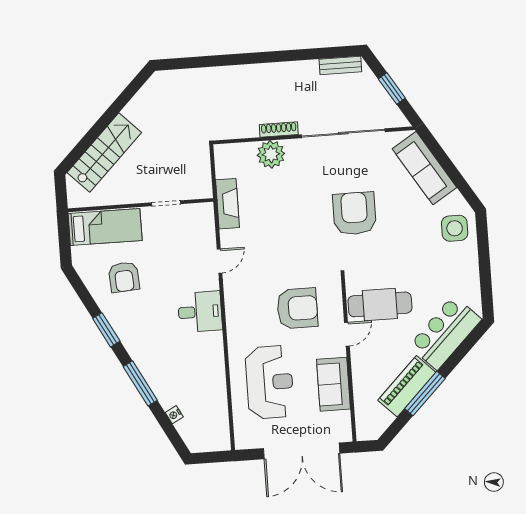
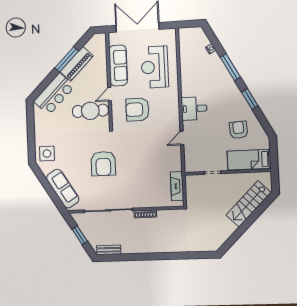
plant: (271, 154) -> (150, 199), removed
fireplace: (227, 204) -> (177, 186), moved
sofa: (334, 384) -> (118, 65), width x1.36

